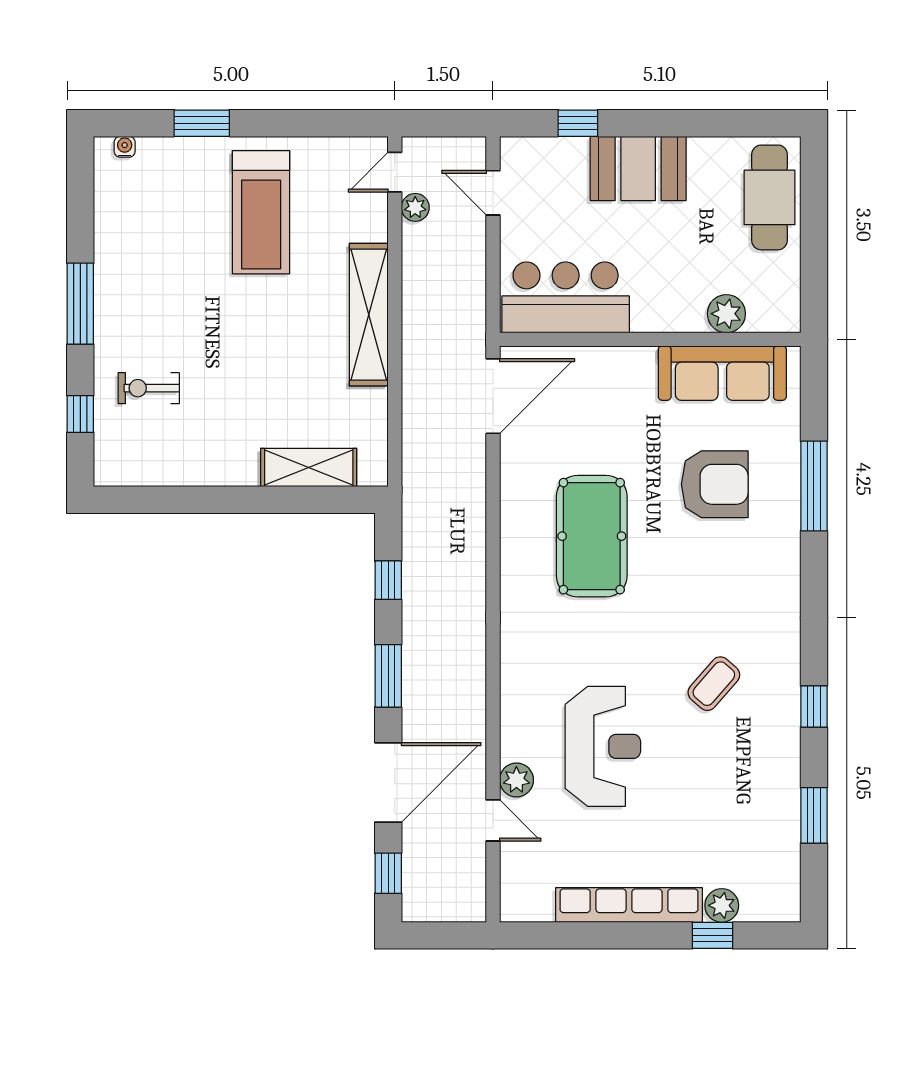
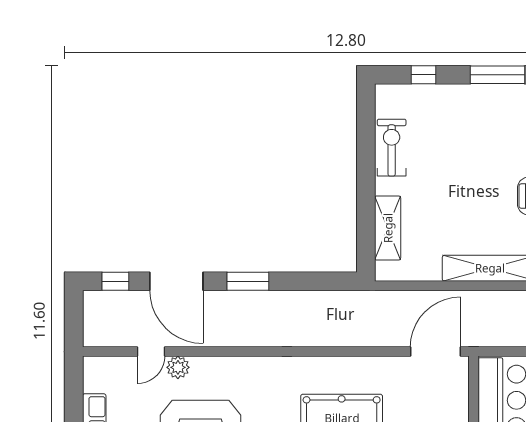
exercise bike: (149, 388) -> (392, 148), moved, width x1.38, depth x1.39
door: (493, 396) -> (435, 352), swing flipped
window: (388, 580) -> (312, 281), removed

